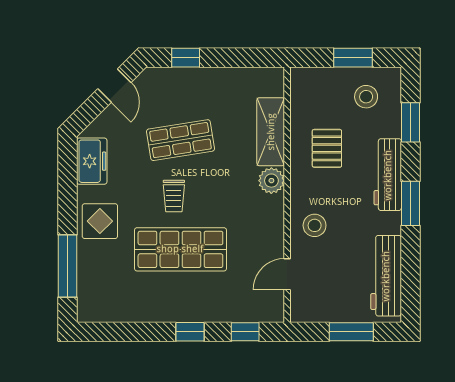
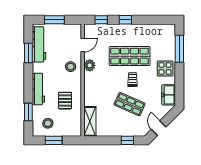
shelving: (271, 132) -> (90, 121), moved
shop shelf: (180, 140) -> (130, 104), turned 33
plant: (271, 181) -> (90, 65), moved
window: (410, 203) -> (28, 53), moved

